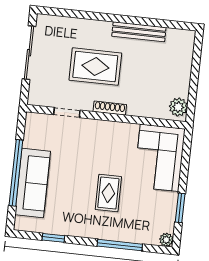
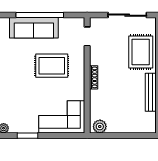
rug: (95, 67) -> (141, 52), moved
doorway: (67, 112) -> (87, 36), moved
rug: (108, 193) -> (52, 66), moved, width x1.36, depth x1.43

